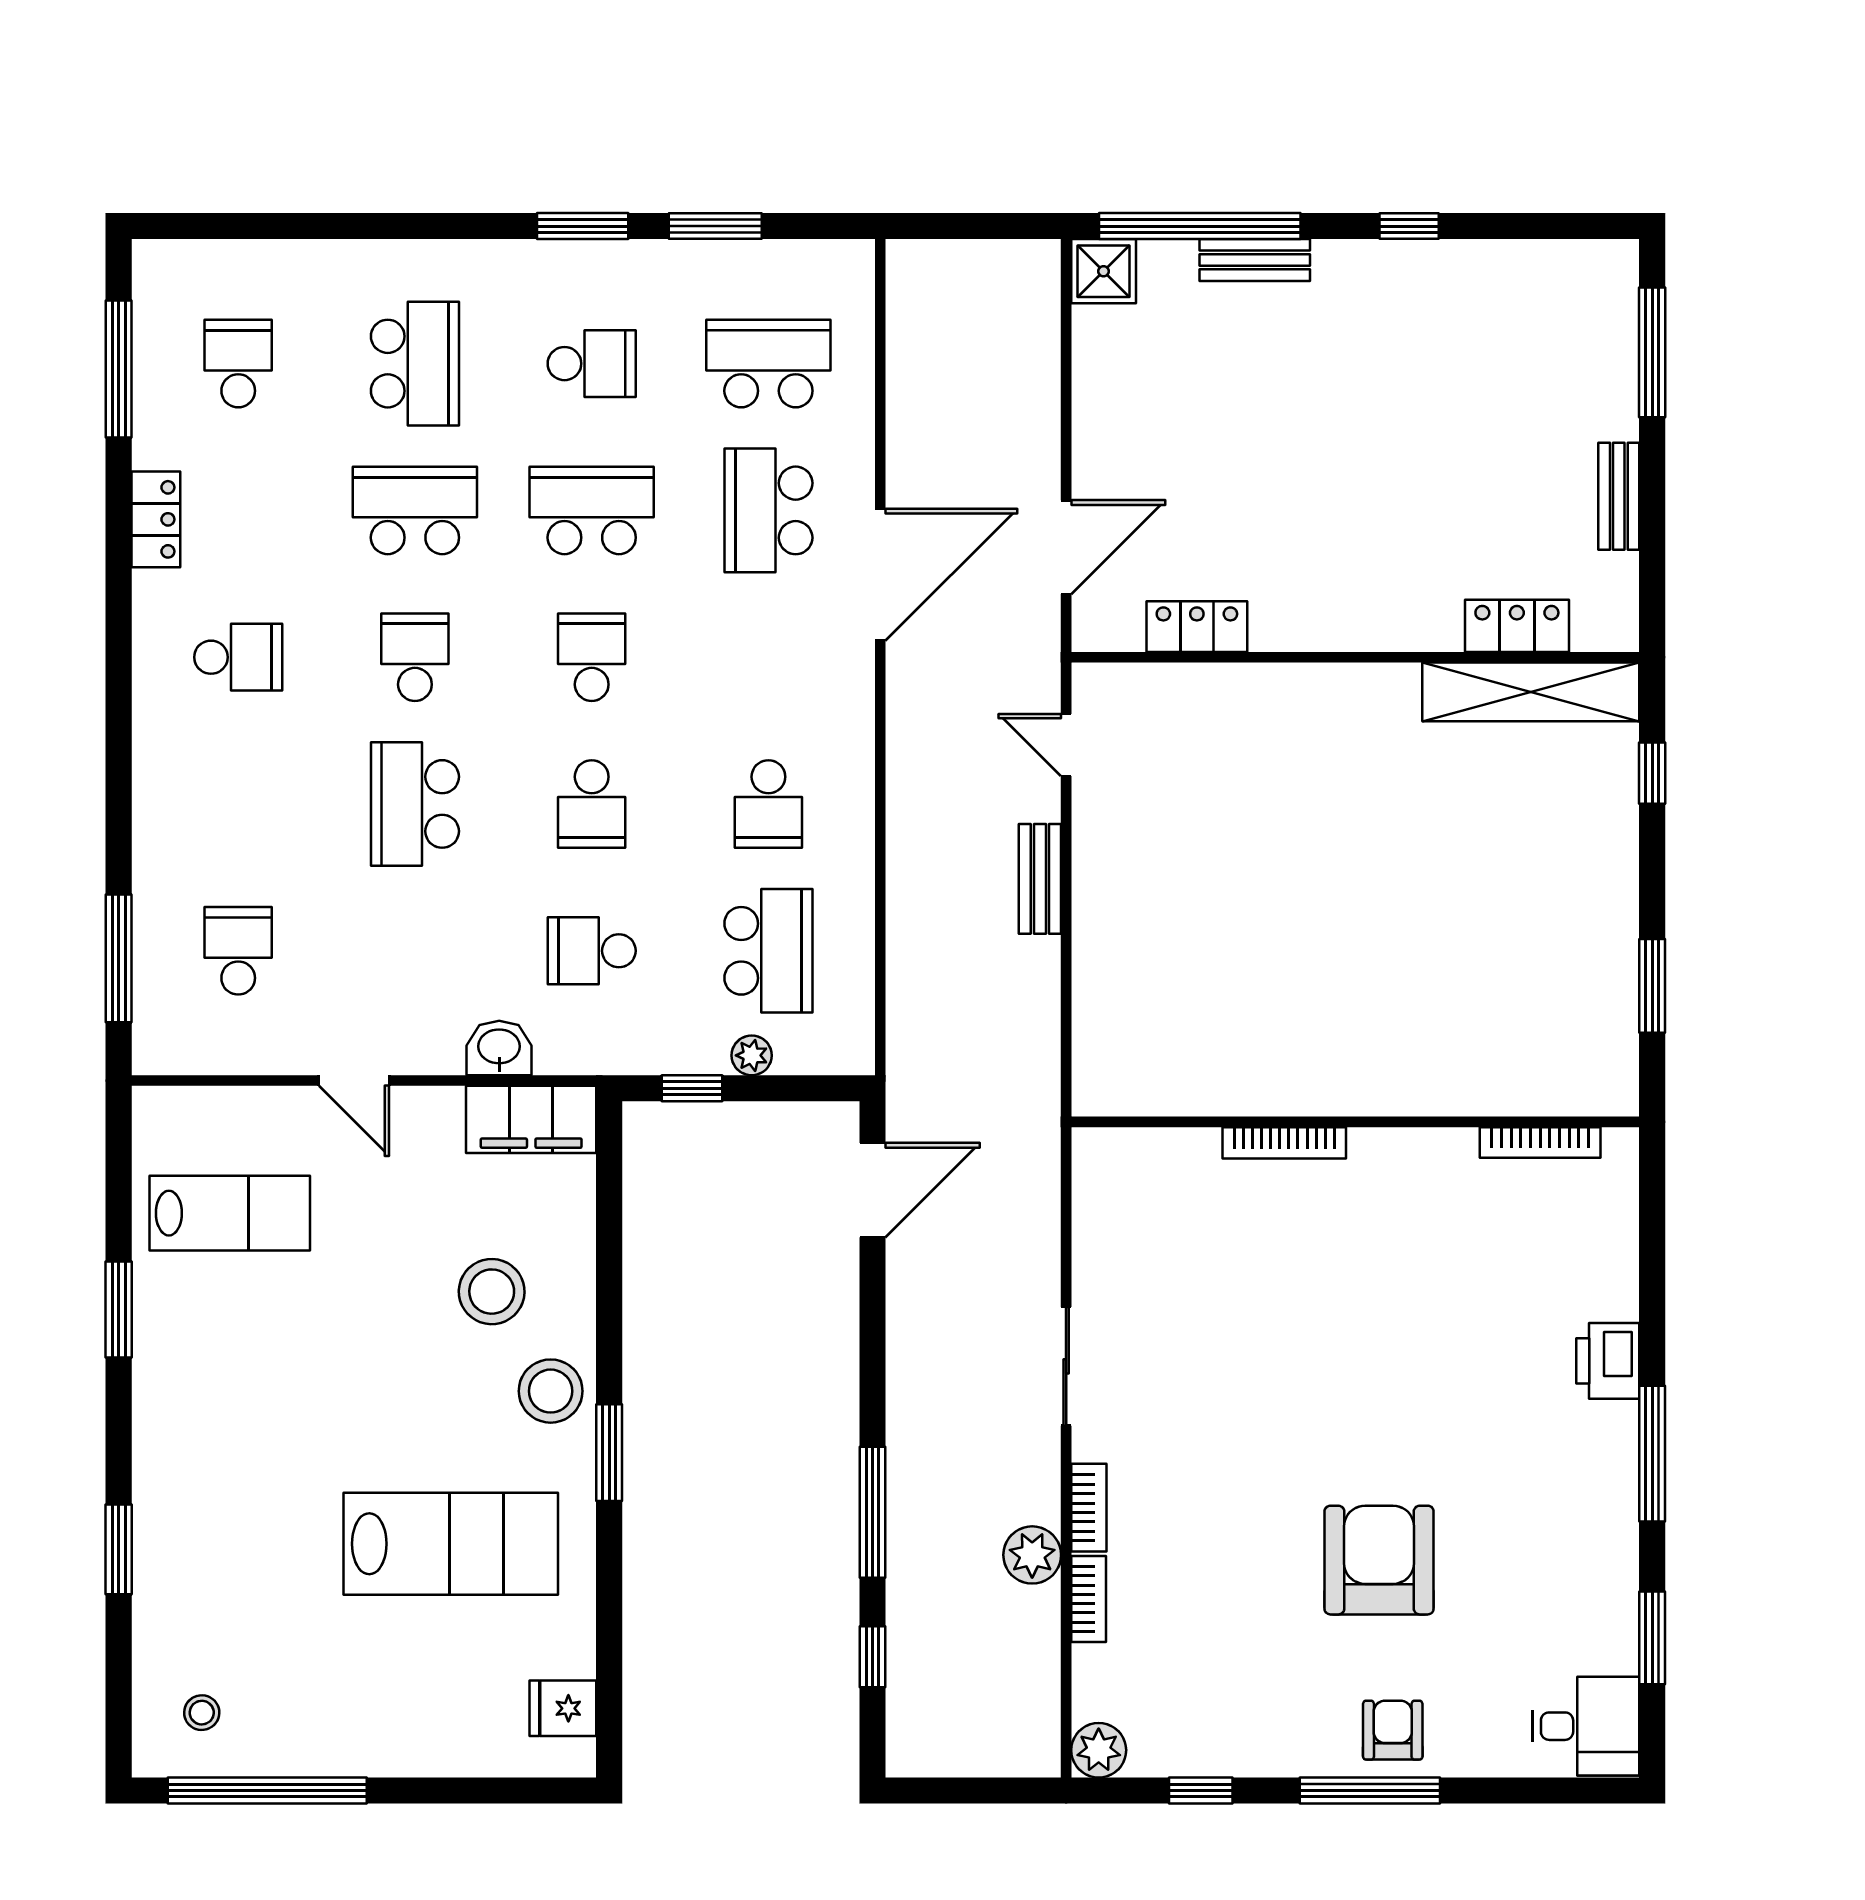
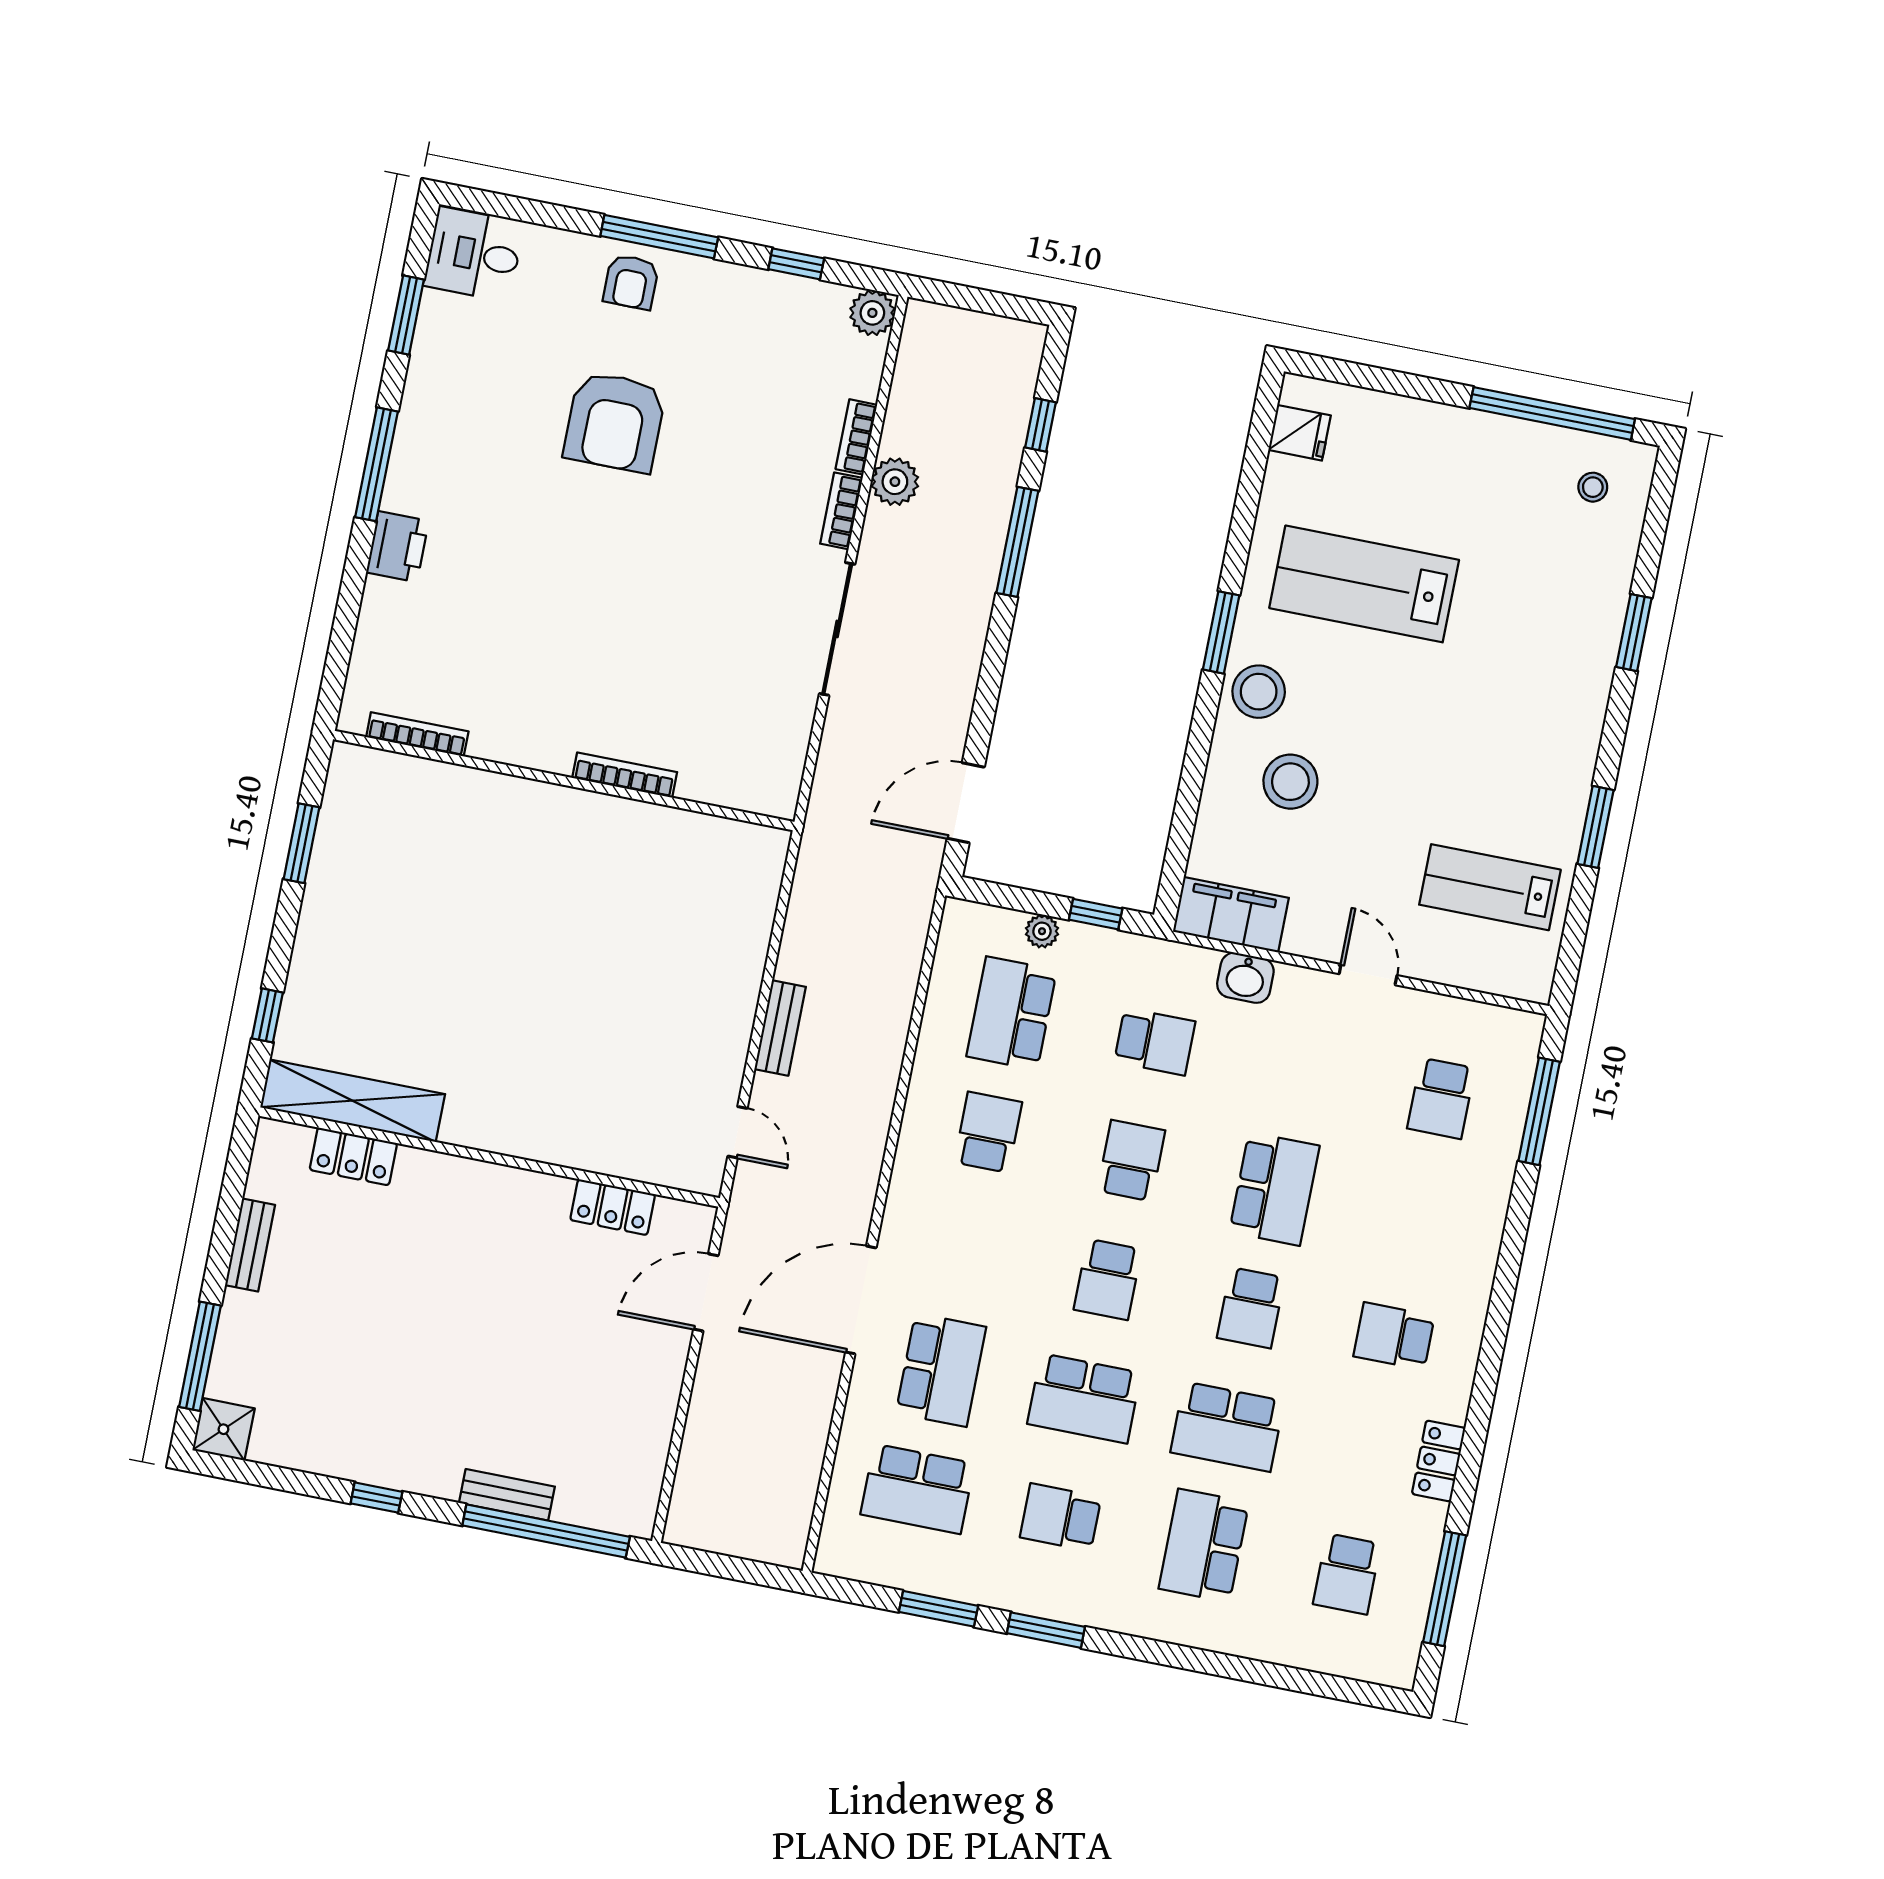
shower: (1104, 271) -> (223, 1429), moved
sliding door: (1066, 1366) -> (837, 629), width x1.37

